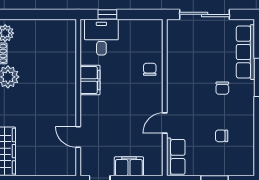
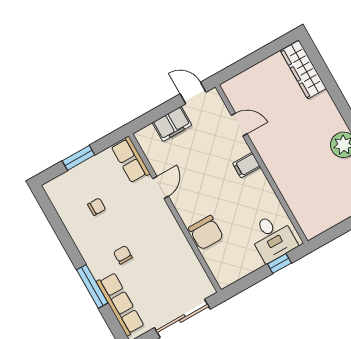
chair: (150, 69) -> (206, 233), width x1.87, depth x1.87
filing cabinet: (90, 80) -> (247, 165), moved, width x0.50

